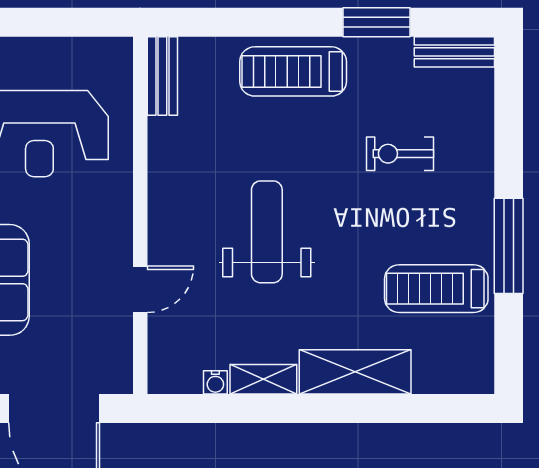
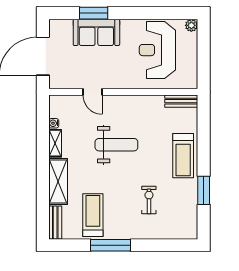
bench: (454, 52) -> (55, 222), moved
treadmill: (293, 71) -> (183, 156), turned 180

